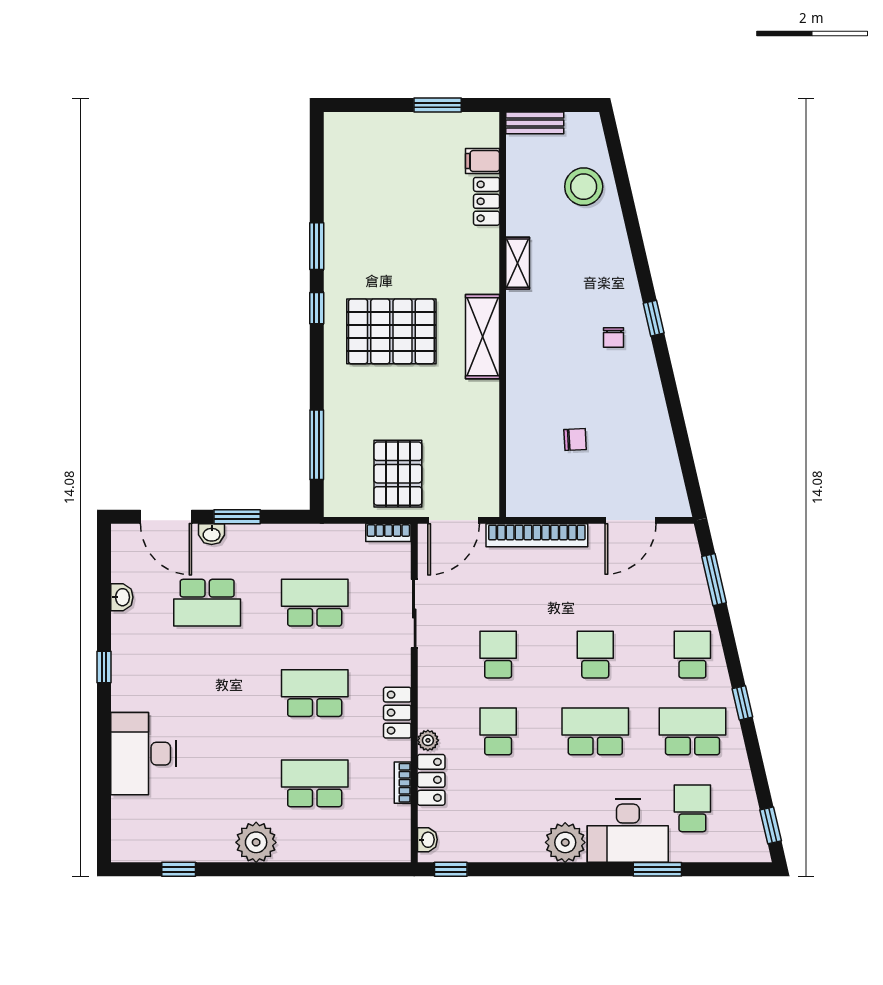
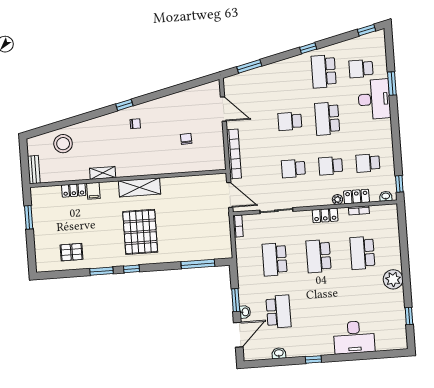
filing cabinet: (482, 161) -> (93, 191), moved
pallet: (398, 474) -> (71, 252), moved, width x0.67, depth x0.71
school desk: (692, 655) -> (368, 163), moved
plant: (565, 842) -> (382, 129), removed

